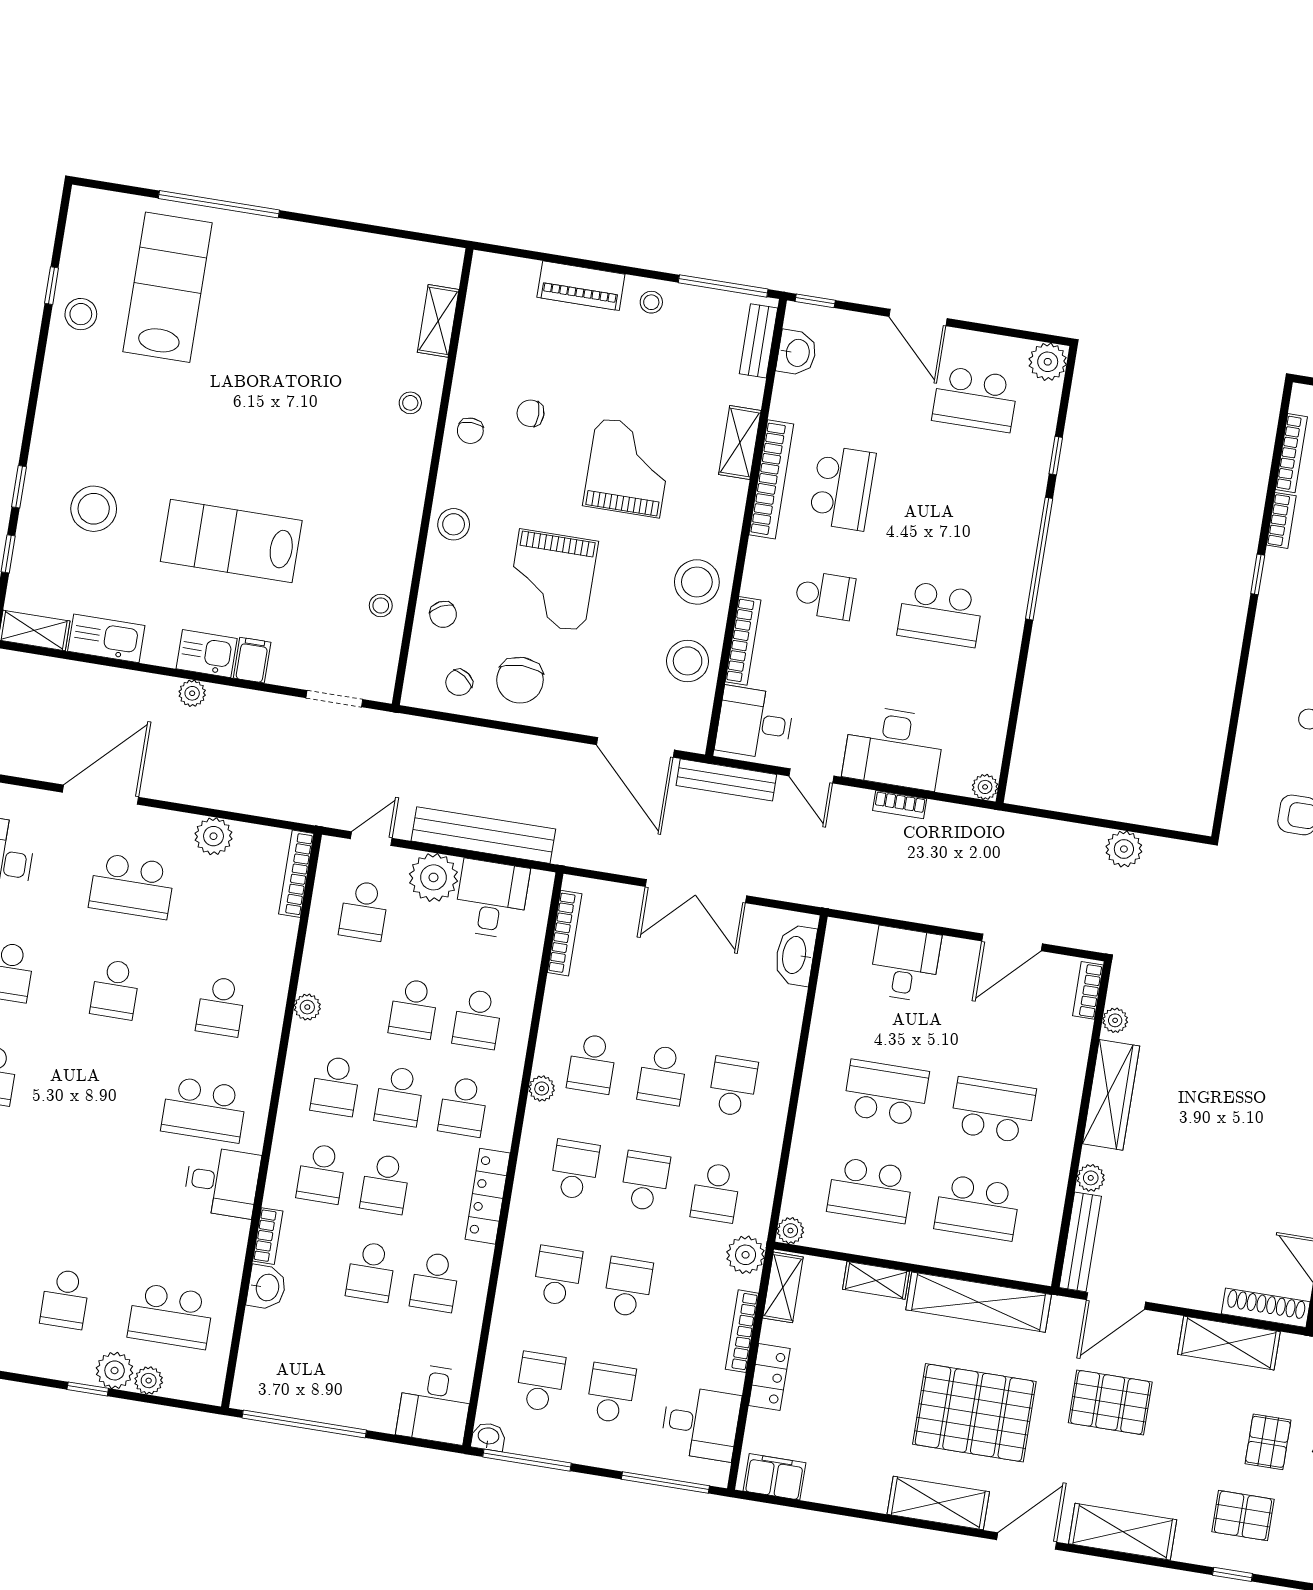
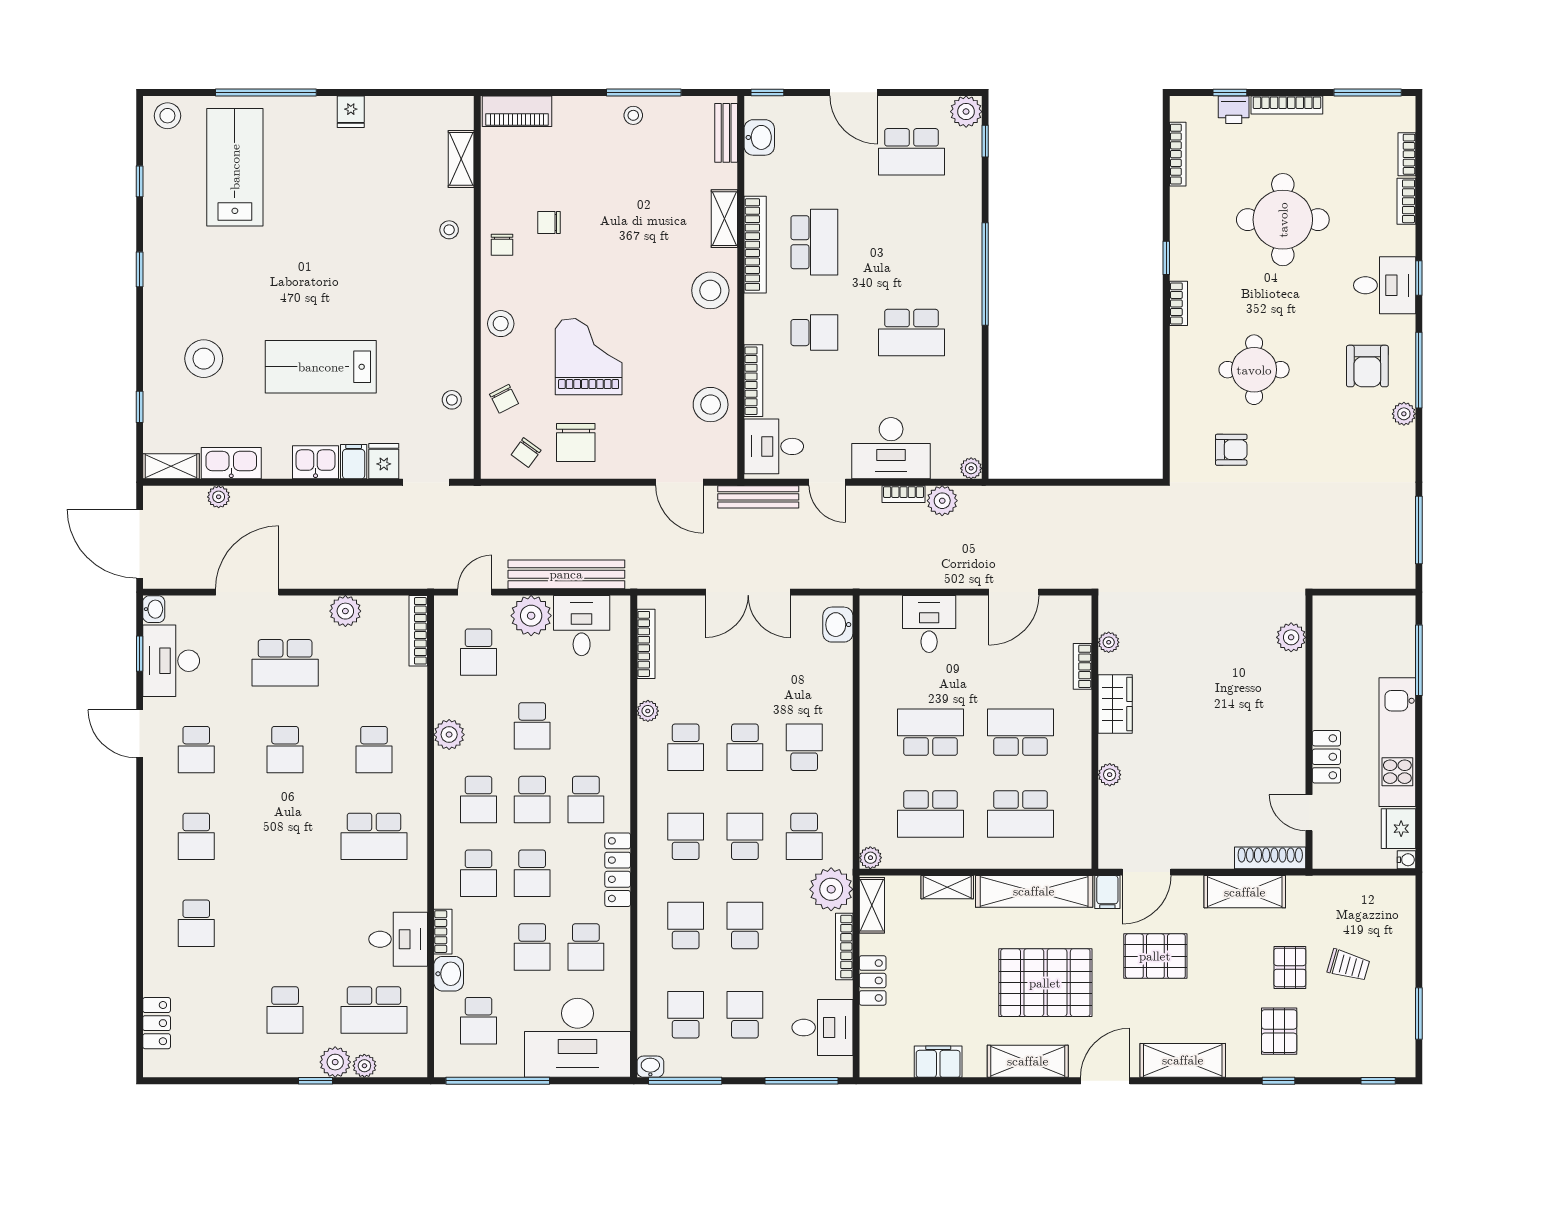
fridge: (316, 243) -> (351, 112), added
piano: (581, 286) -> (517, 111), moved
window: (723, 286) -> (644, 92), moved
stool: (81, 314) -> (167, 116), moved
window: (1056, 456) -> (985, 141), moved
grand piano: (628, 468) -> (636, 254), removed
window: (19, 487) -> (140, 269), moved
bookcase: (1281, 520) -> (1178, 303), moved
grand piano: (552, 580) -> (589, 357), turned 180
stool: (697, 582) -> (710, 290), moved
fridge: (288, 665) -> (384, 461), added
plant: (192, 693) -> (219, 497), moved
door: (635, 747) -> (679, 482), width x0.73
plant: (1124, 849) -> (942, 501), moved
washbasin: (795, 955) -> (838, 625), width x0.72
bookcase: (1088, 990) -> (1082, 666), moved
plant: (307, 1007) -> (449, 735), width x1.38, depth x1.38
school desk: (477, 1019) -> (478, 1021), moved
plant: (542, 1089) -> (648, 711), moved
wardrobe: (1111, 1095) -> (1115, 704), width x0.67
desk: (222, 1182) -> (398, 939), moved
bench: (1080, 1242) -> (1109, 829), removed
plant: (746, 1255) -> (831, 889), width x1.36, depth x1.36
filing cabinet: (1065, 1317) -> (1107, 892), added
desk: (435, 1404) -> (578, 1038), width x1.87, depth x1.30
filing cabinet: (775, 1477) -> (938, 1062), moved
pallet: (1243, 1516) -> (1279, 1031), turned 90

